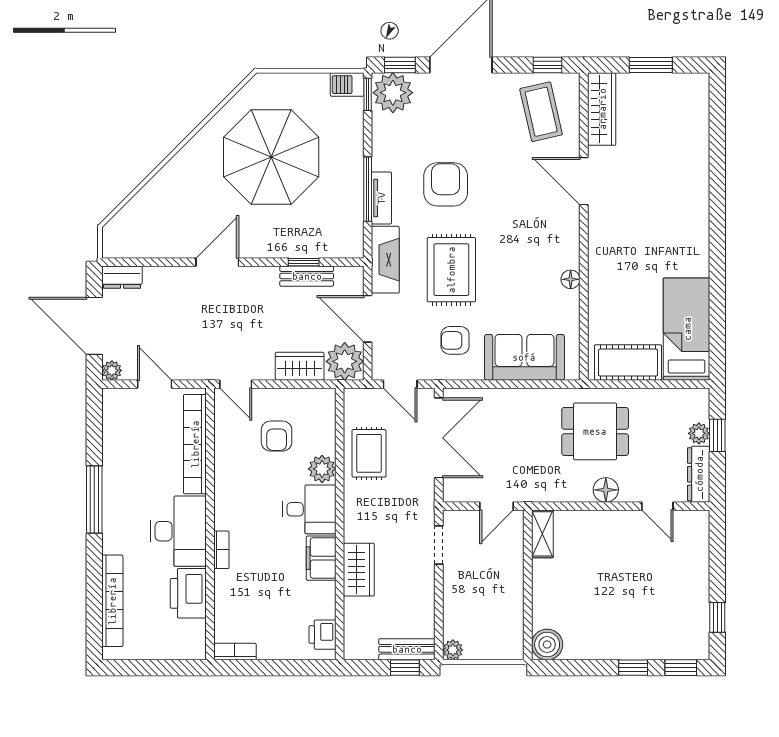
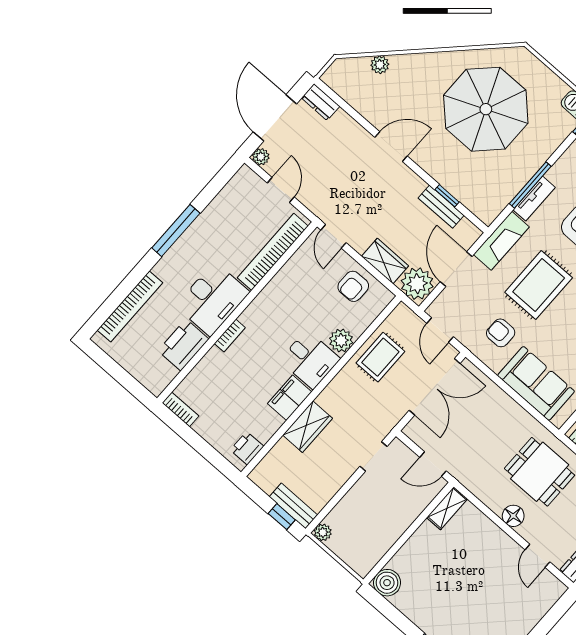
plant: (145, 199) -> (380, 65), added
armchair: (277, 436) -> (353, 286), moved

